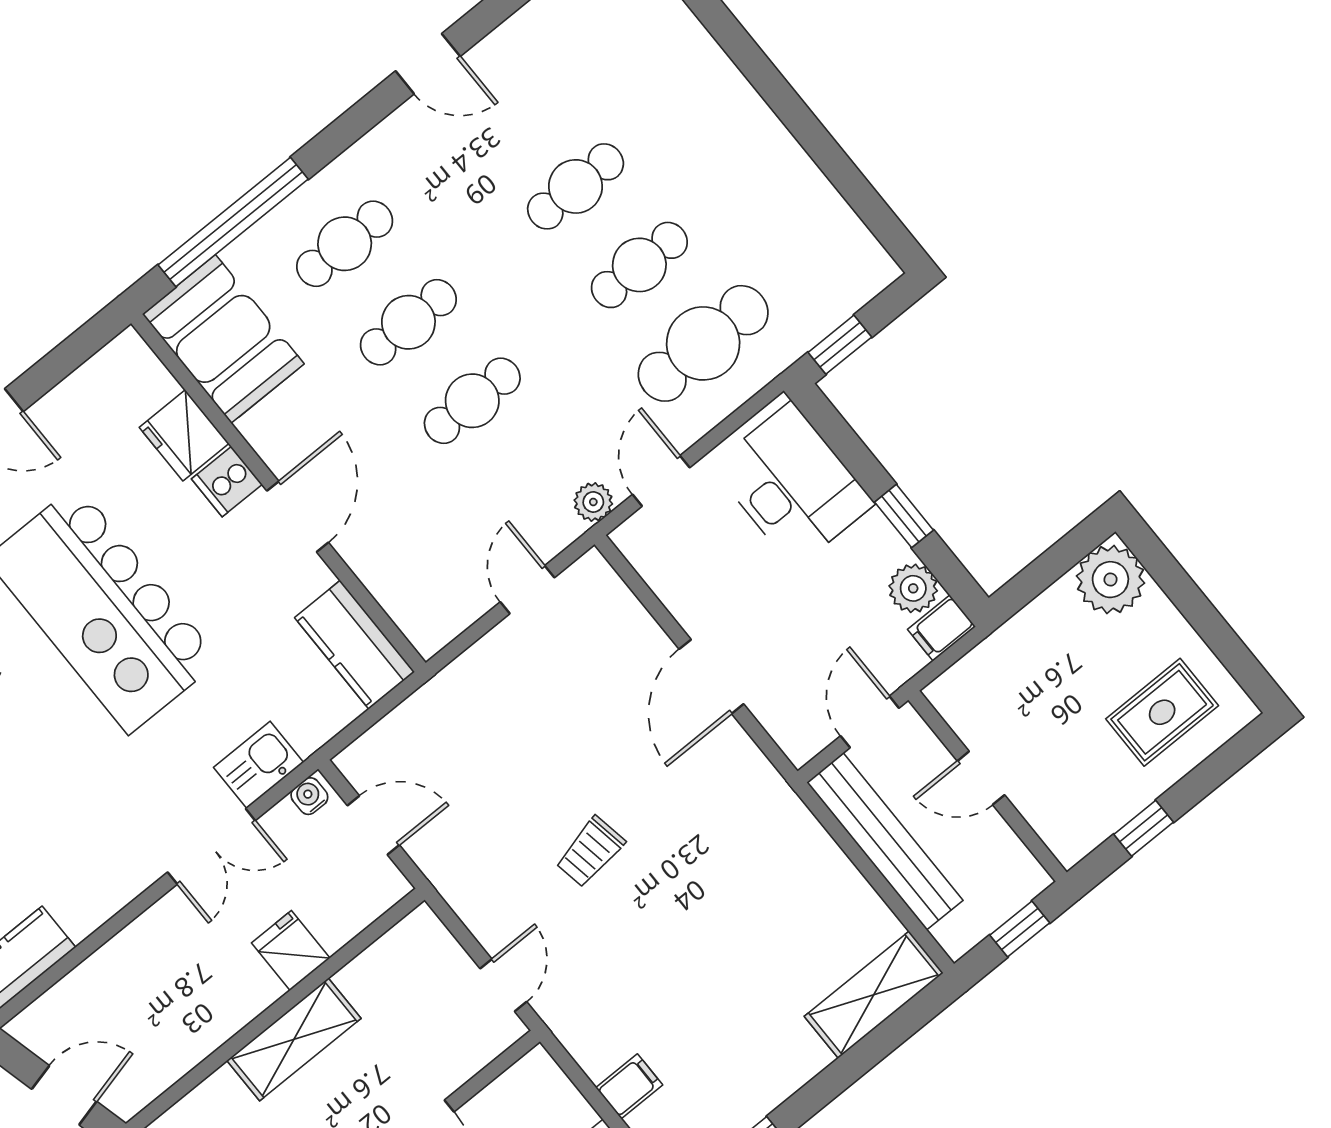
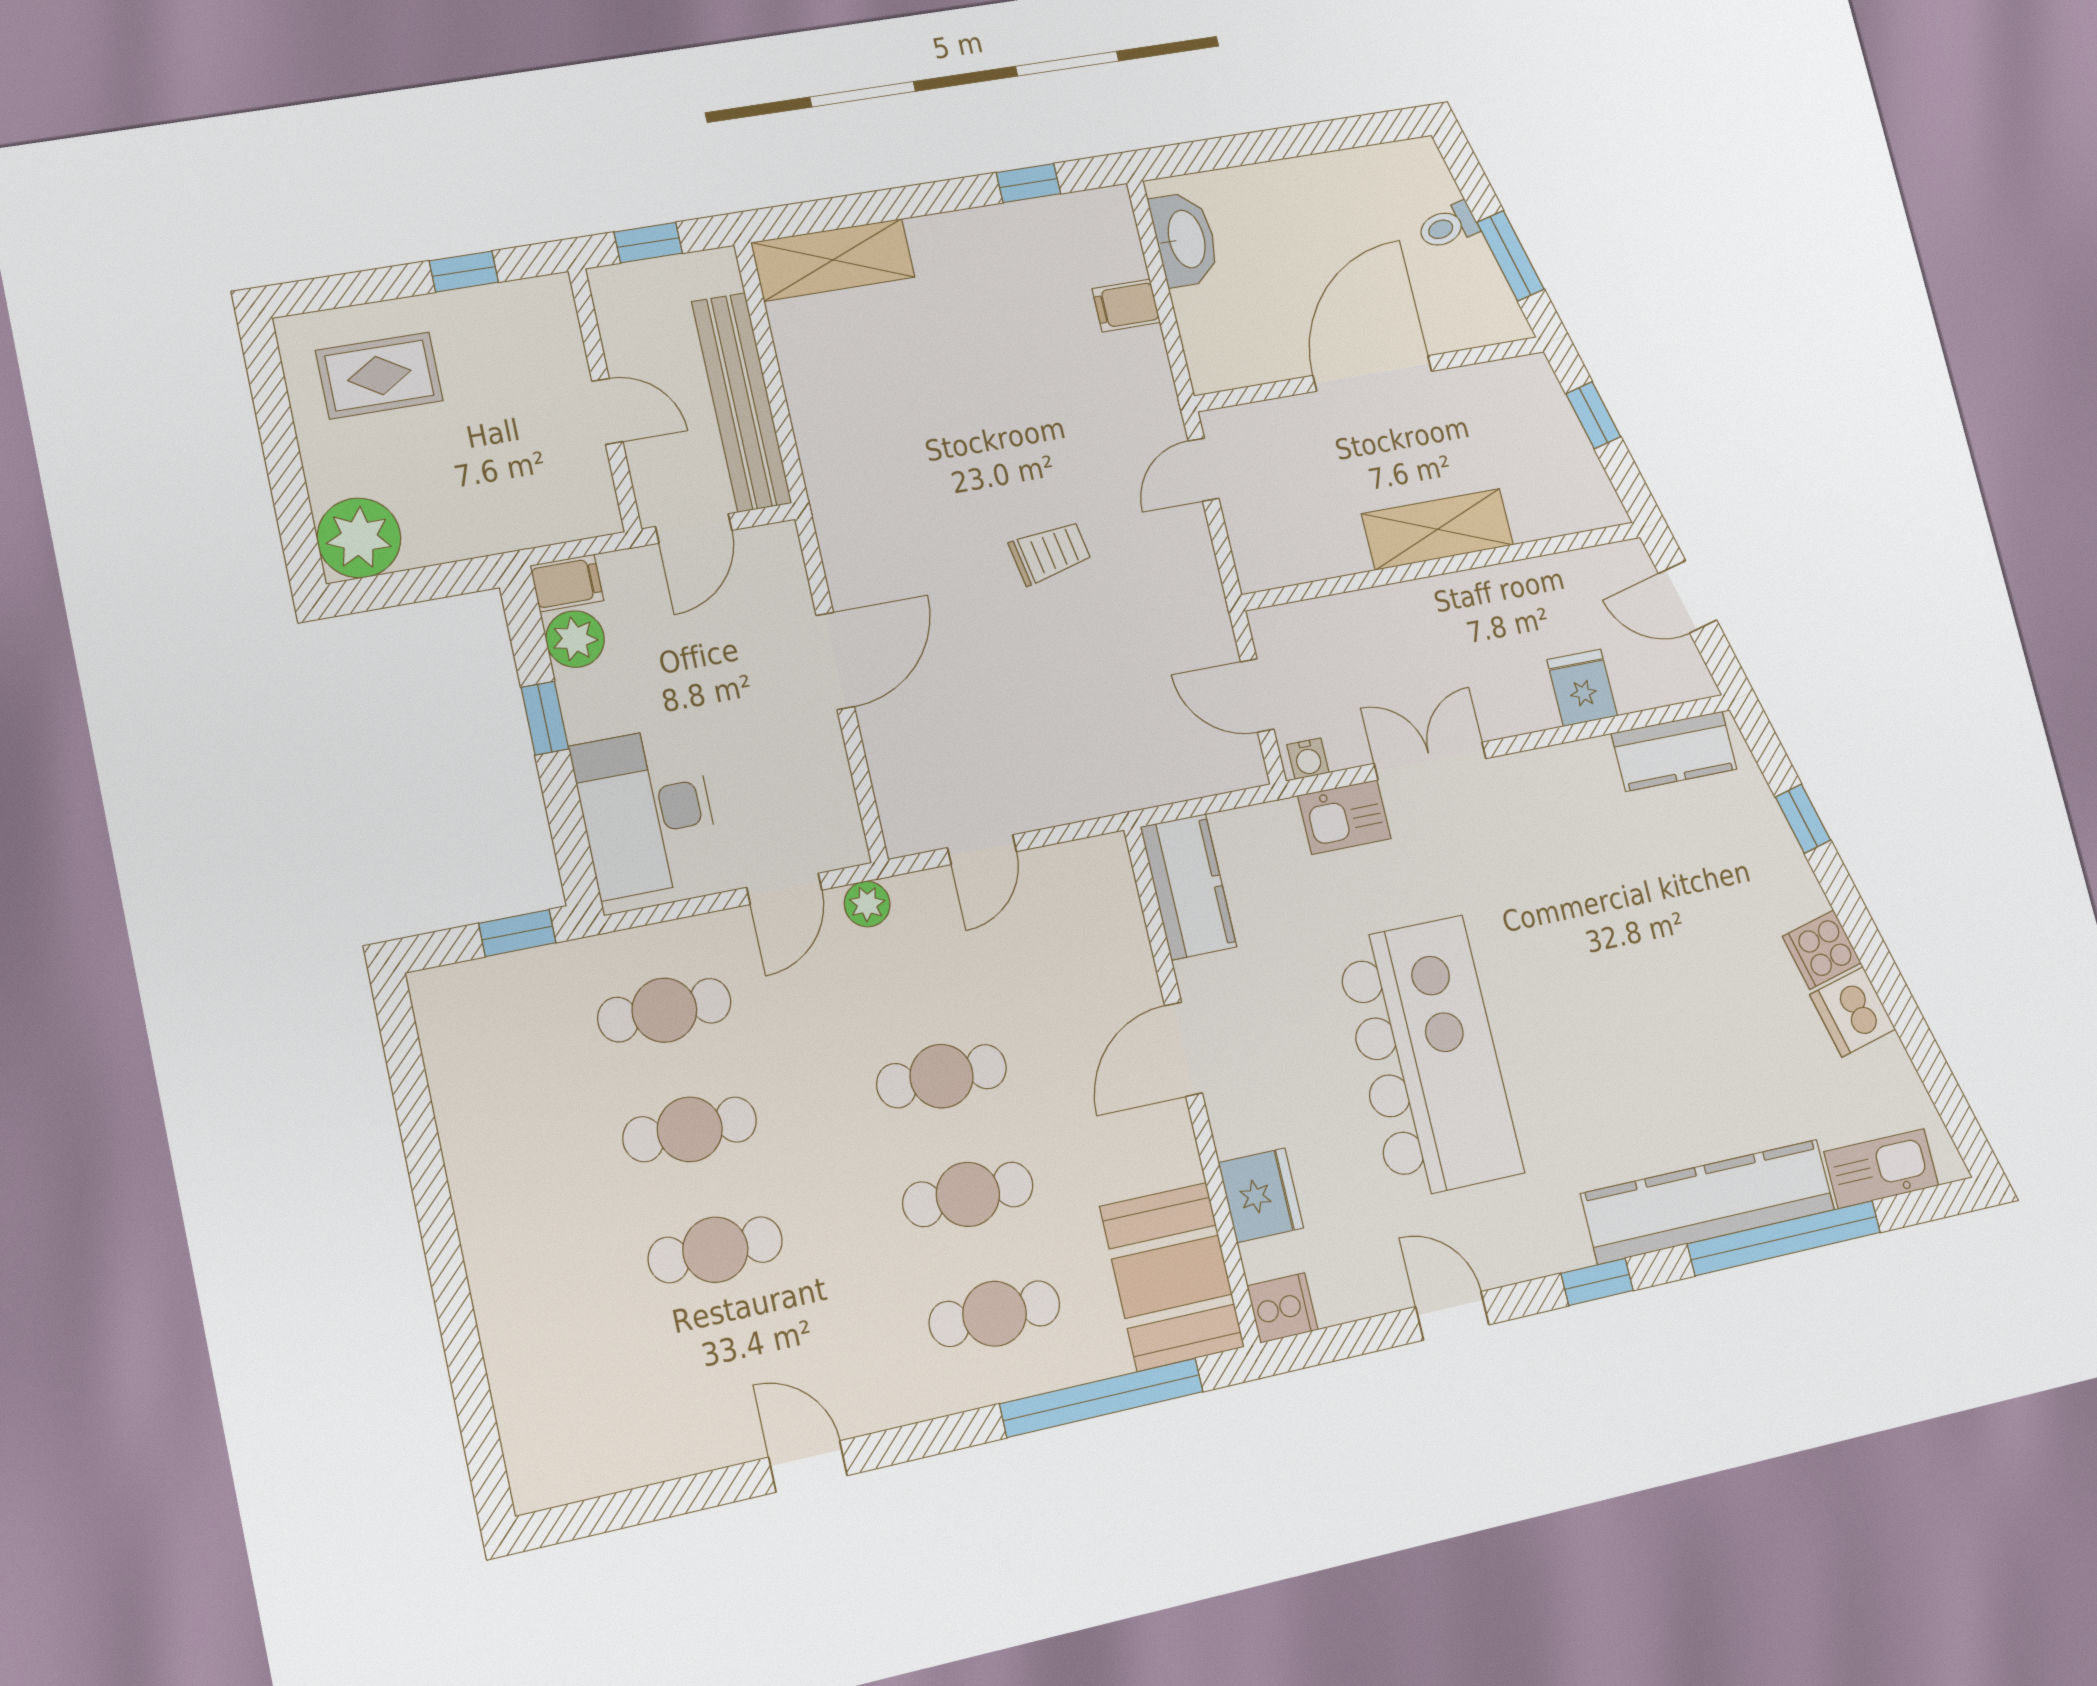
cafe table: (703, 343) -> (664, 1010), width x0.73, depth x0.74
cooker: (227, 482) -> (1283, 1308), moved
fridge: (291, 951) -> (1582, 688), moved, turned 180

